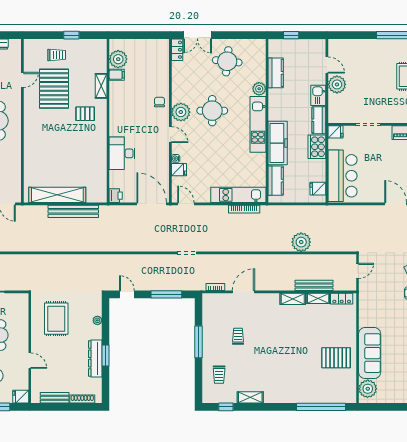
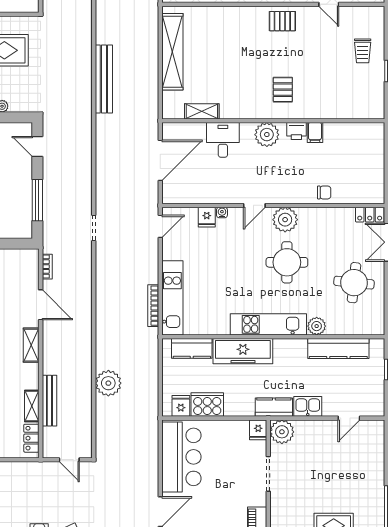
plant: (118, 59) -> (267, 135), moved
kitchen counter: (276, 73) -> (338, 349), width x1.50
filing cabinet: (117, 75) -> (315, 132), moved
plant: (337, 84) -> (282, 432), moved
shelving: (101, 86) -> (202, 111), moved
pallet: (54, 89) -> (282, 21), moved, width x0.49, depth x0.50
chair: (159, 102) -> (324, 192), moved
cooker: (317, 147) -> (207, 405), moved
desk: (122, 153) -> (223, 140), width x0.73
bar counter: (343, 176) -> (181, 457), moved, turned -90
printer: (116, 196) -> (296, 131), moved
door: (152, 204) -> (160, 160), moved
bench: (73, 211) -> (104, 79), moved
door: (127, 294) -> (37, 146), swing flipped
shelving: (293, 299) -> (31, 345), moved

